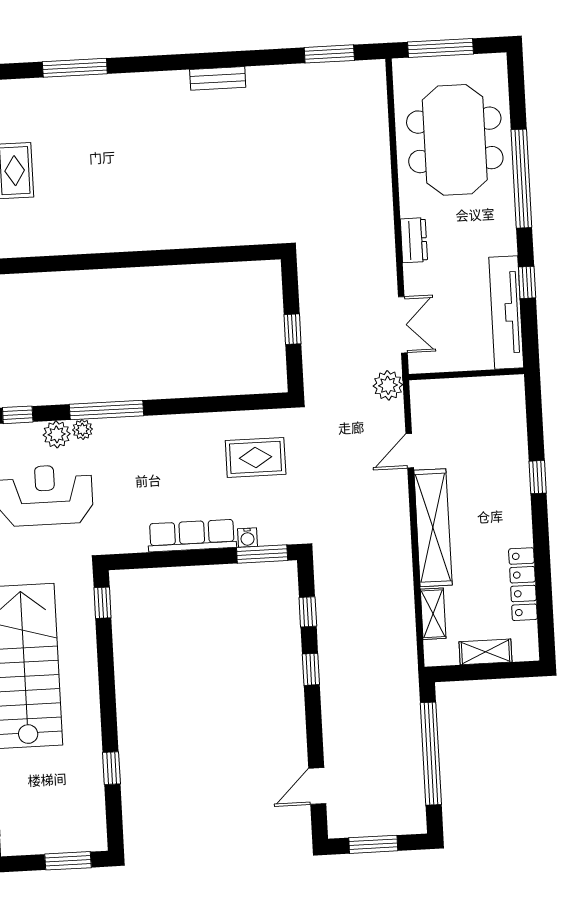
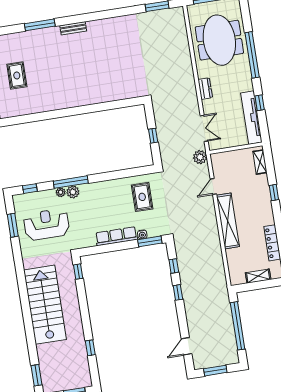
bench: (218, 78) -> (73, 28), moved
plant: (57, 434) -> (73, 192), moved
rug: (256, 457) -> (142, 197), turned 90
shelving: (433, 614) -> (260, 162), moved

